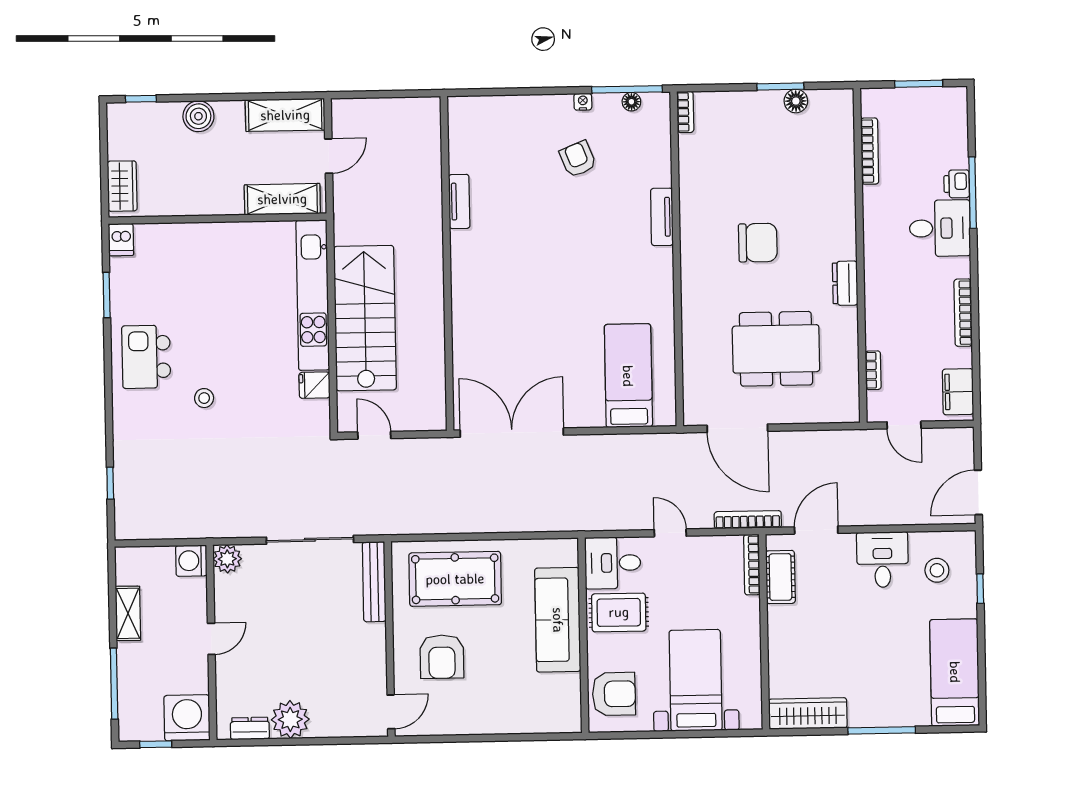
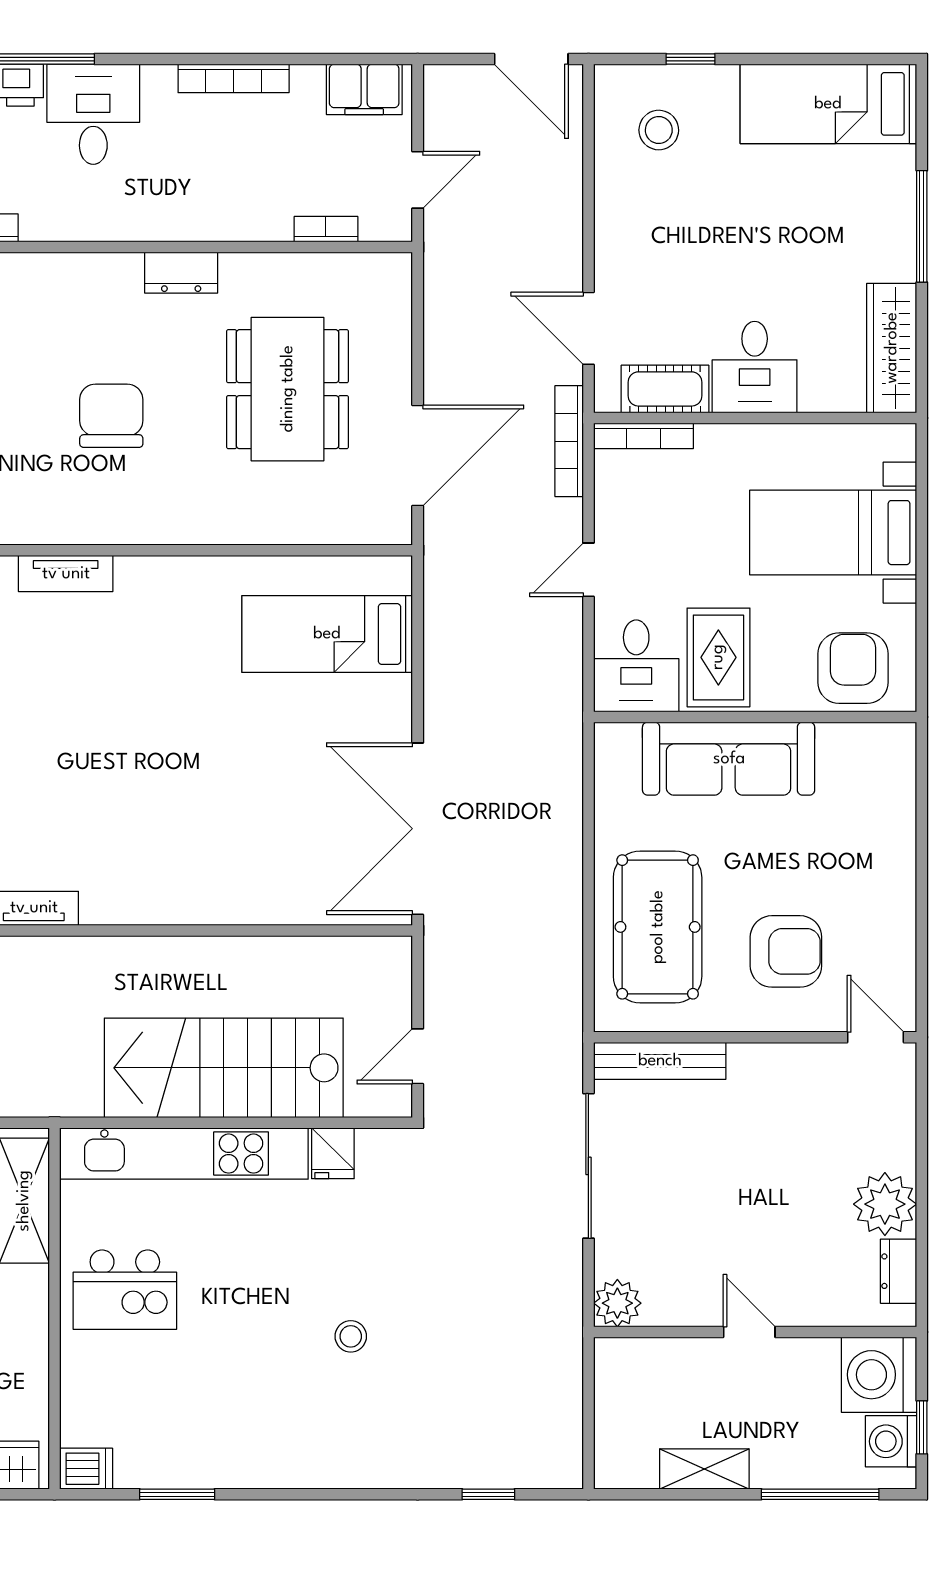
kitchen island: (146, 357) -> (125, 1290), moved
desk: (883, 560) -> (755, 367), moved, turned -90
washing machine: (191, 561) -> (891, 1441), moved, turned 90

